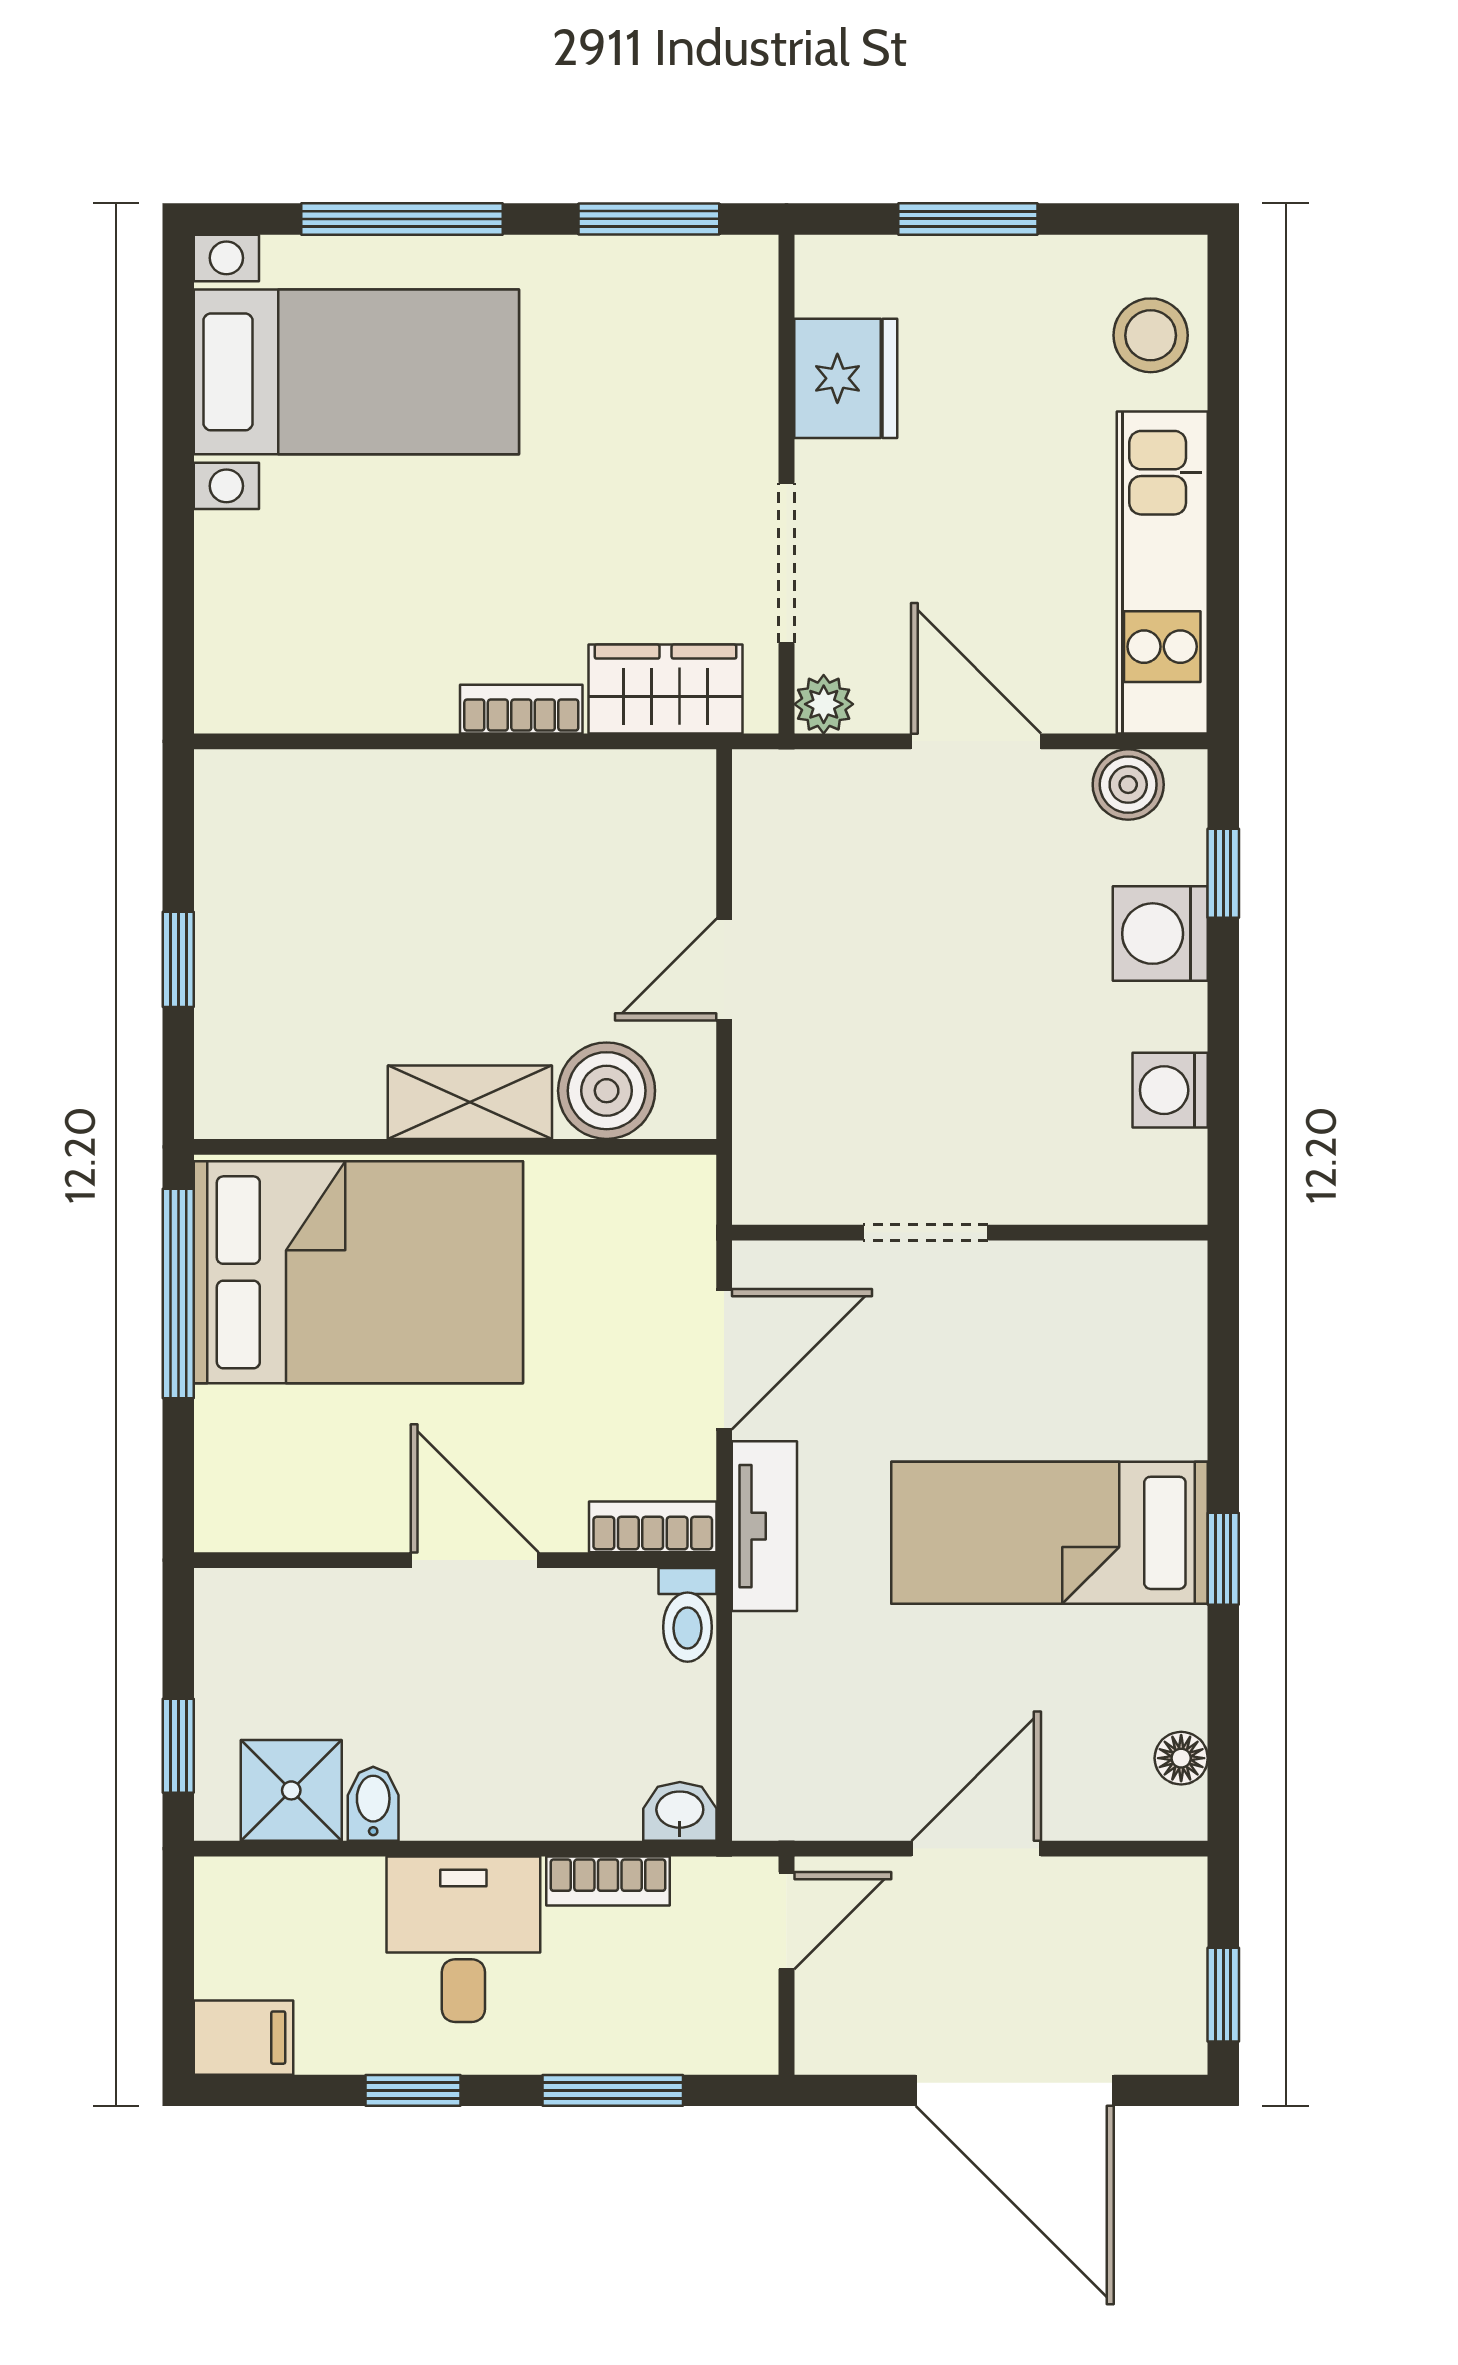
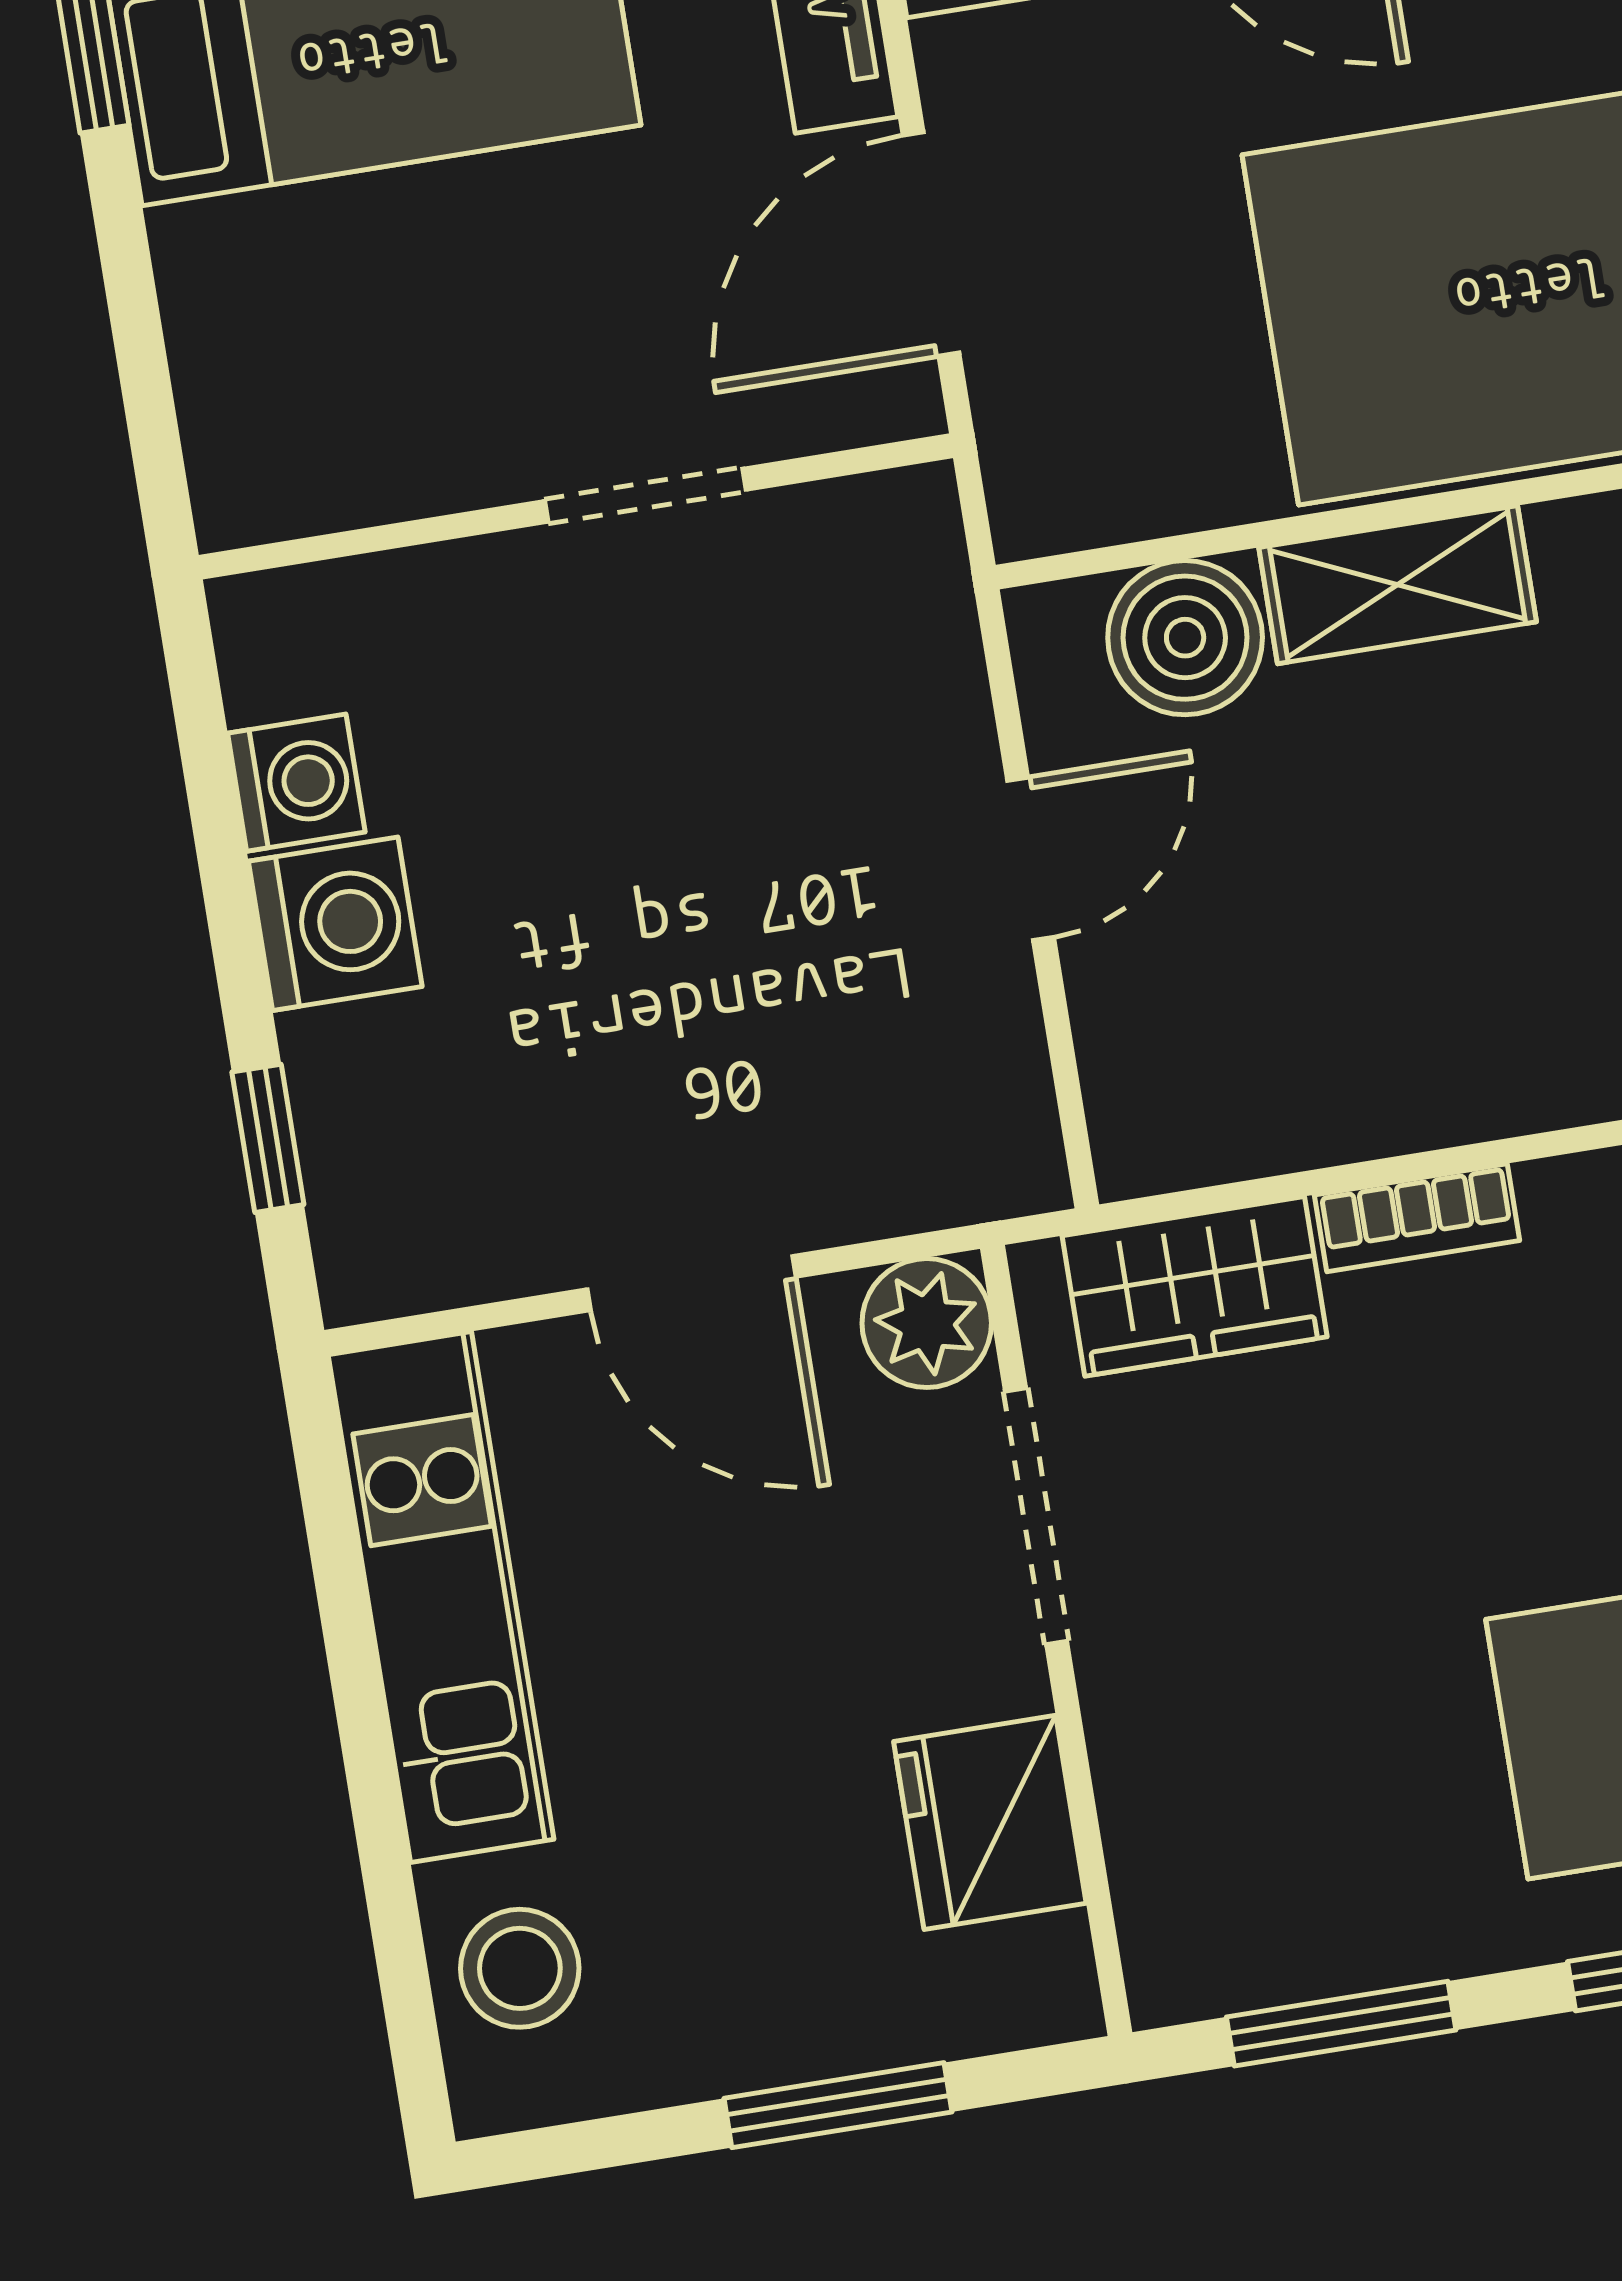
plant: (824, 704) -> (927, 1323), width x1.38, depth x1.38
boiler: (1128, 785) -> (440, 1254), removed
washing machine: (1160, 934) -> (335, 924), moved

